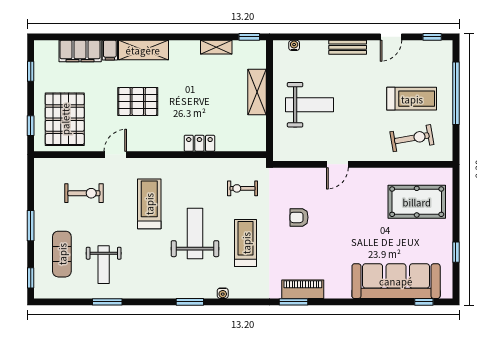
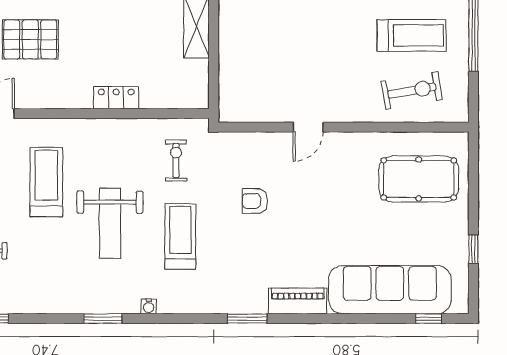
weight bench: (309, 105) -> (269, 44), removed
exercise bike: (242, 188) -> (176, 160), turned 90
weight bench: (195, 233) -> (110, 223), turned 180
piano: (303, 289) -> (298, 301), moved

